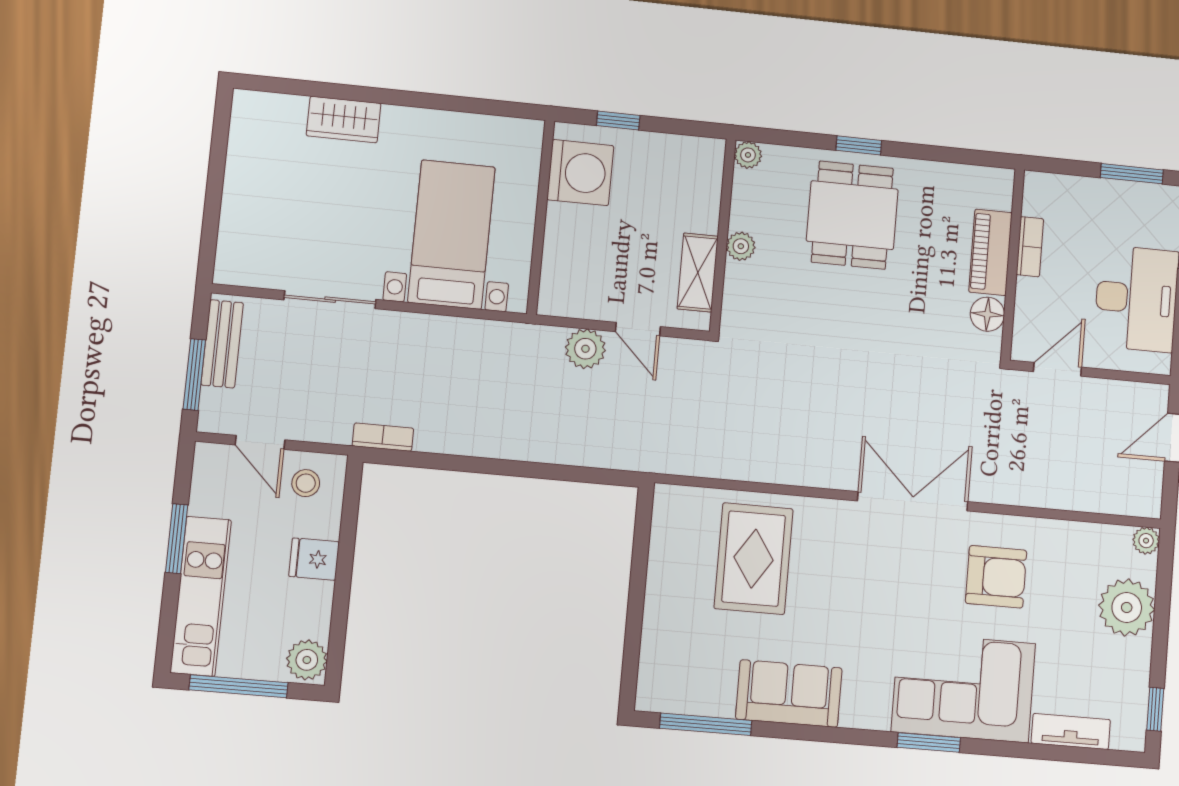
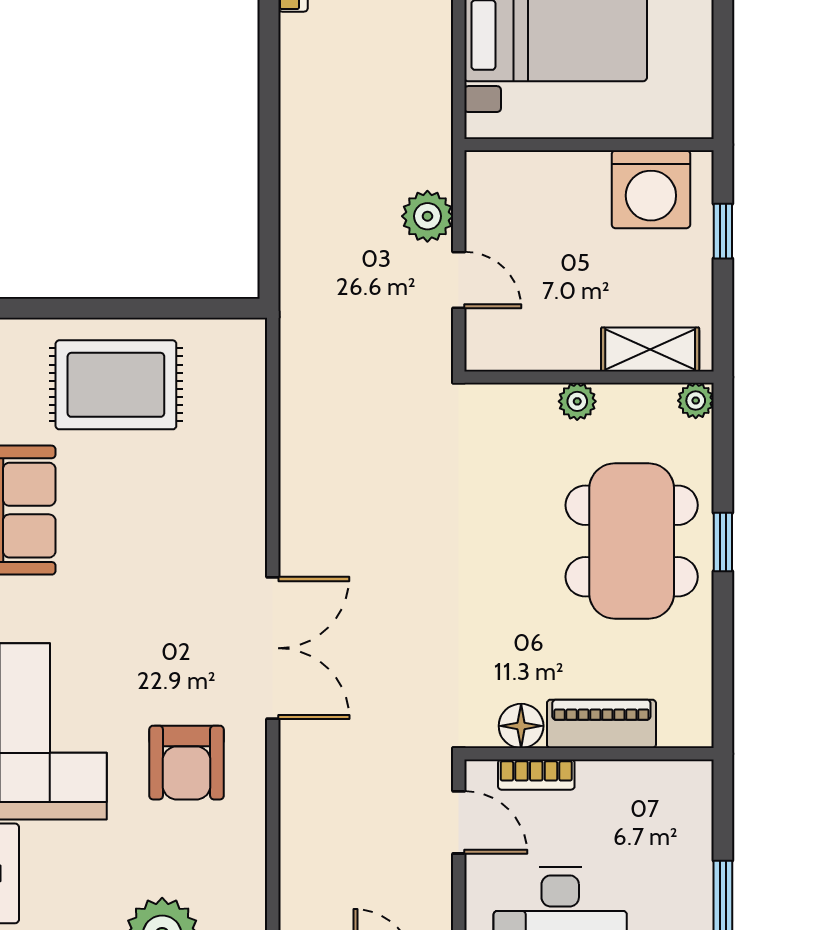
dining table: (852, 215) -> (632, 541), width x1.38
bookcase: (1030, 247) -> (536, 775), moved
shelving: (698, 273) -> (650, 349), moved
door: (638, 329) -> (459, 280), swing flipped
rug: (754, 559) -> (116, 385), moved

